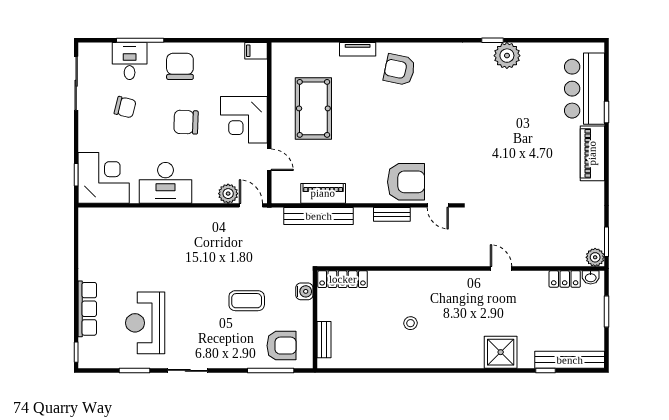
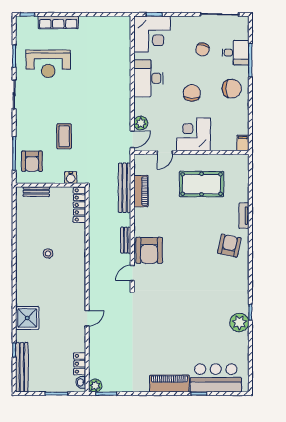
reception desk: (145, 323) -> (48, 64), turned 180

